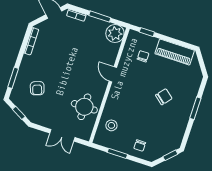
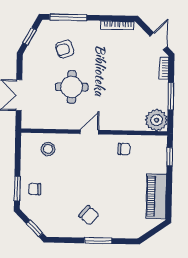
chair: (143, 56) -> (124, 149), moved
door: (113, 74) -> (90, 132), moved
window: (13, 78) -> (68, 17), width x1.44
chair: (164, 97) -> (89, 215), moved
round table: (84, 107) -> (72, 87), moved
window: (117, 153) -> (17, 189), moved

